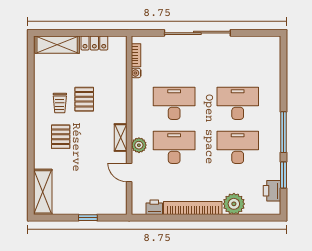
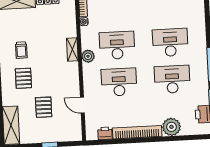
pallet: (84, 99) -> (44, 107), moved
shelving: (121, 138) -> (72, 50), moved
plant: (139, 145) -> (88, 56), moved

